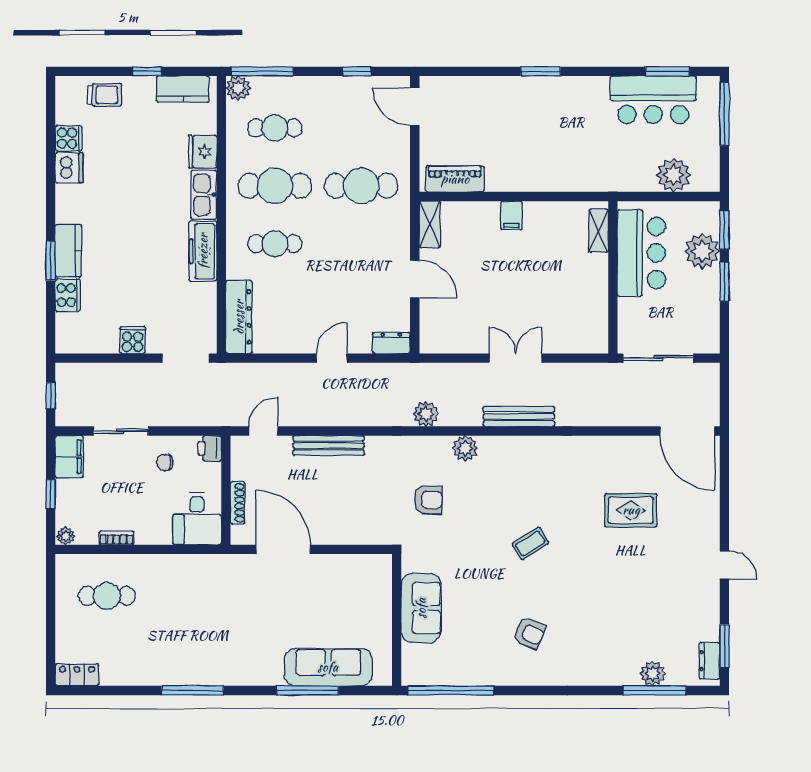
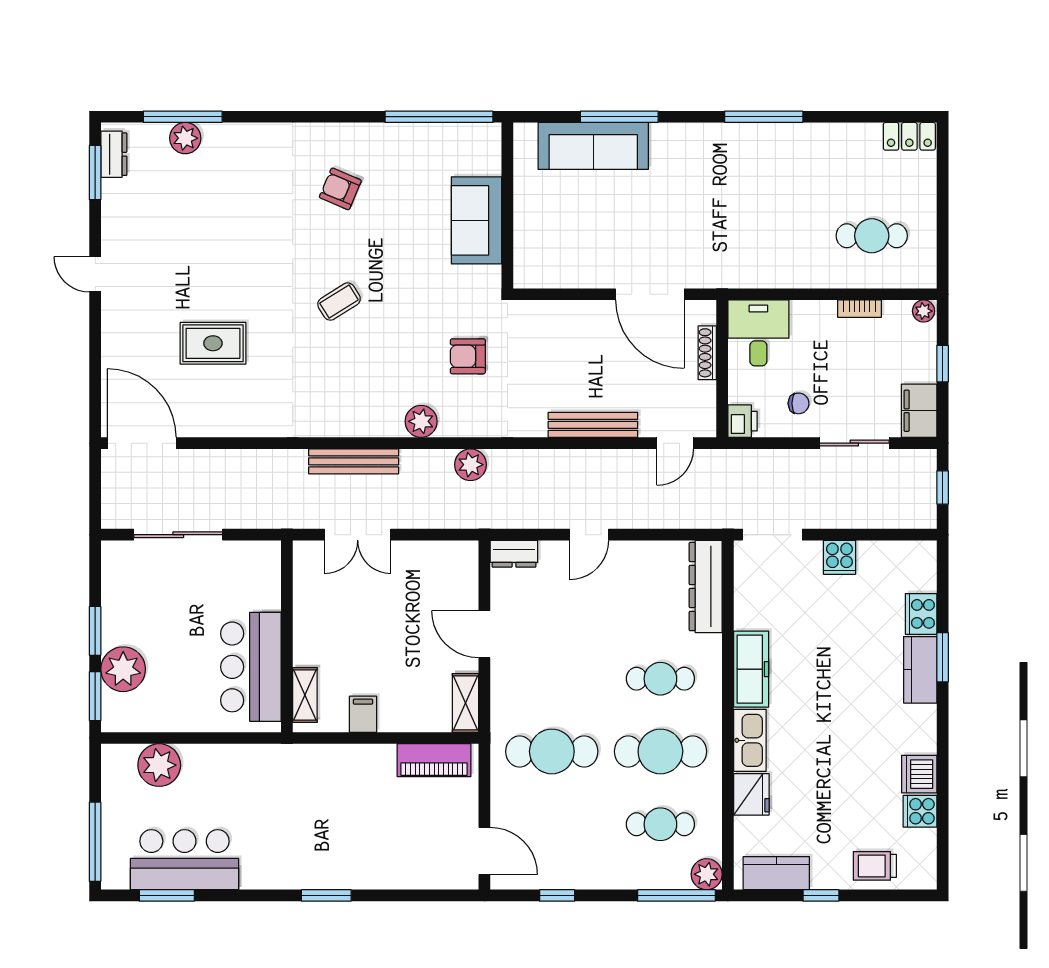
shelving: (599, 231) -> (305, 695), moved
bar counter: (641, 253) -> (251, 667), moved
wall: (613, 277) -> (287, 636), moved

